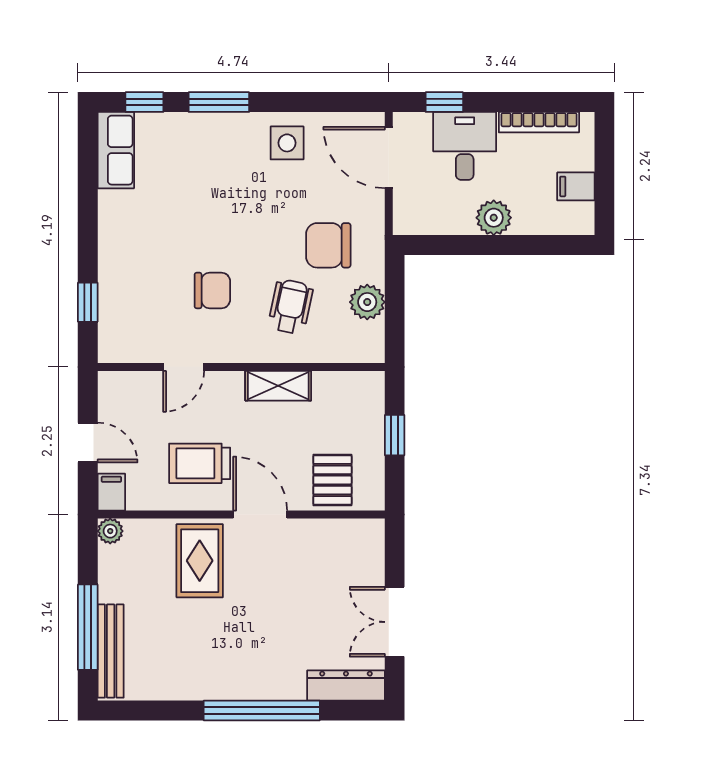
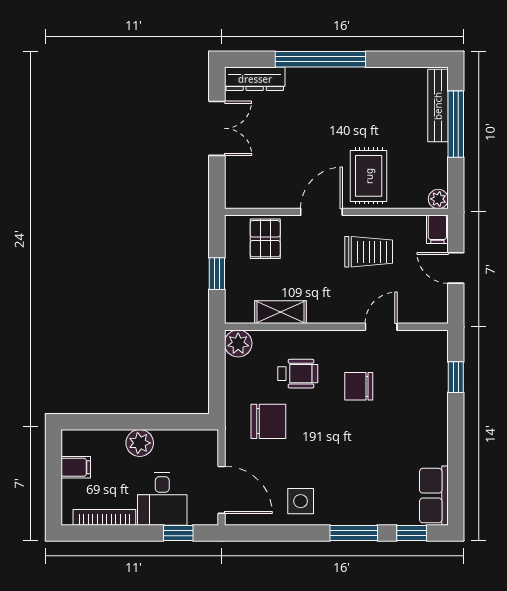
plant: (367, 302) -> (238, 343), moved
wheelchair: (291, 307) -> (298, 374), turned -102
shelving: (278, 386) -> (281, 312), moved
door: (260, 514) -> (321, 212), swing flipped

